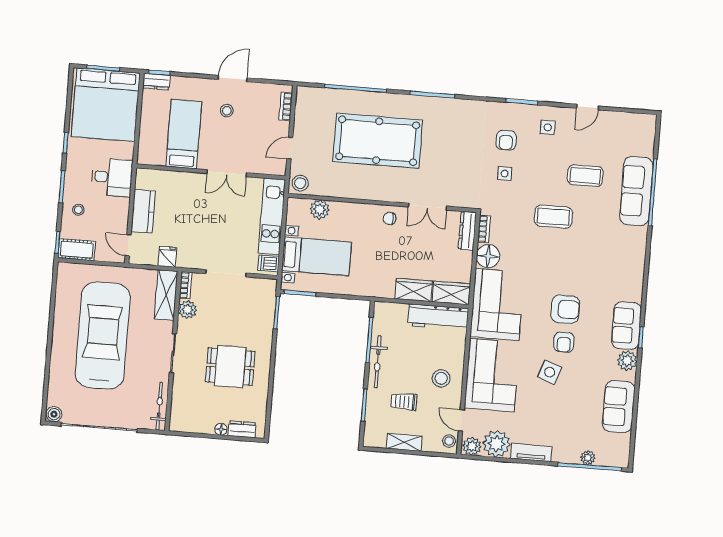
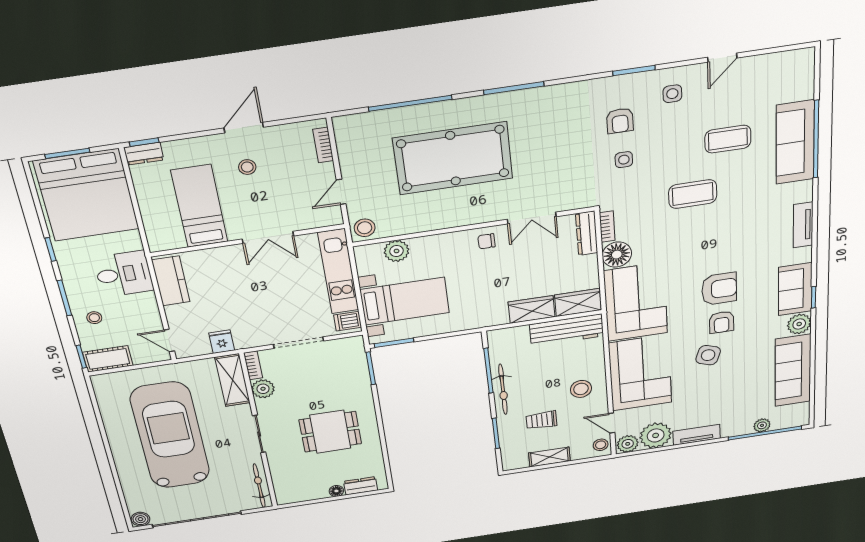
kitchen counter: (143, 211) -> (171, 281), moved
tv unit: (637, 266) -> (803, 225), added
sofa: (619, 407) -> (793, 370), width x1.36

